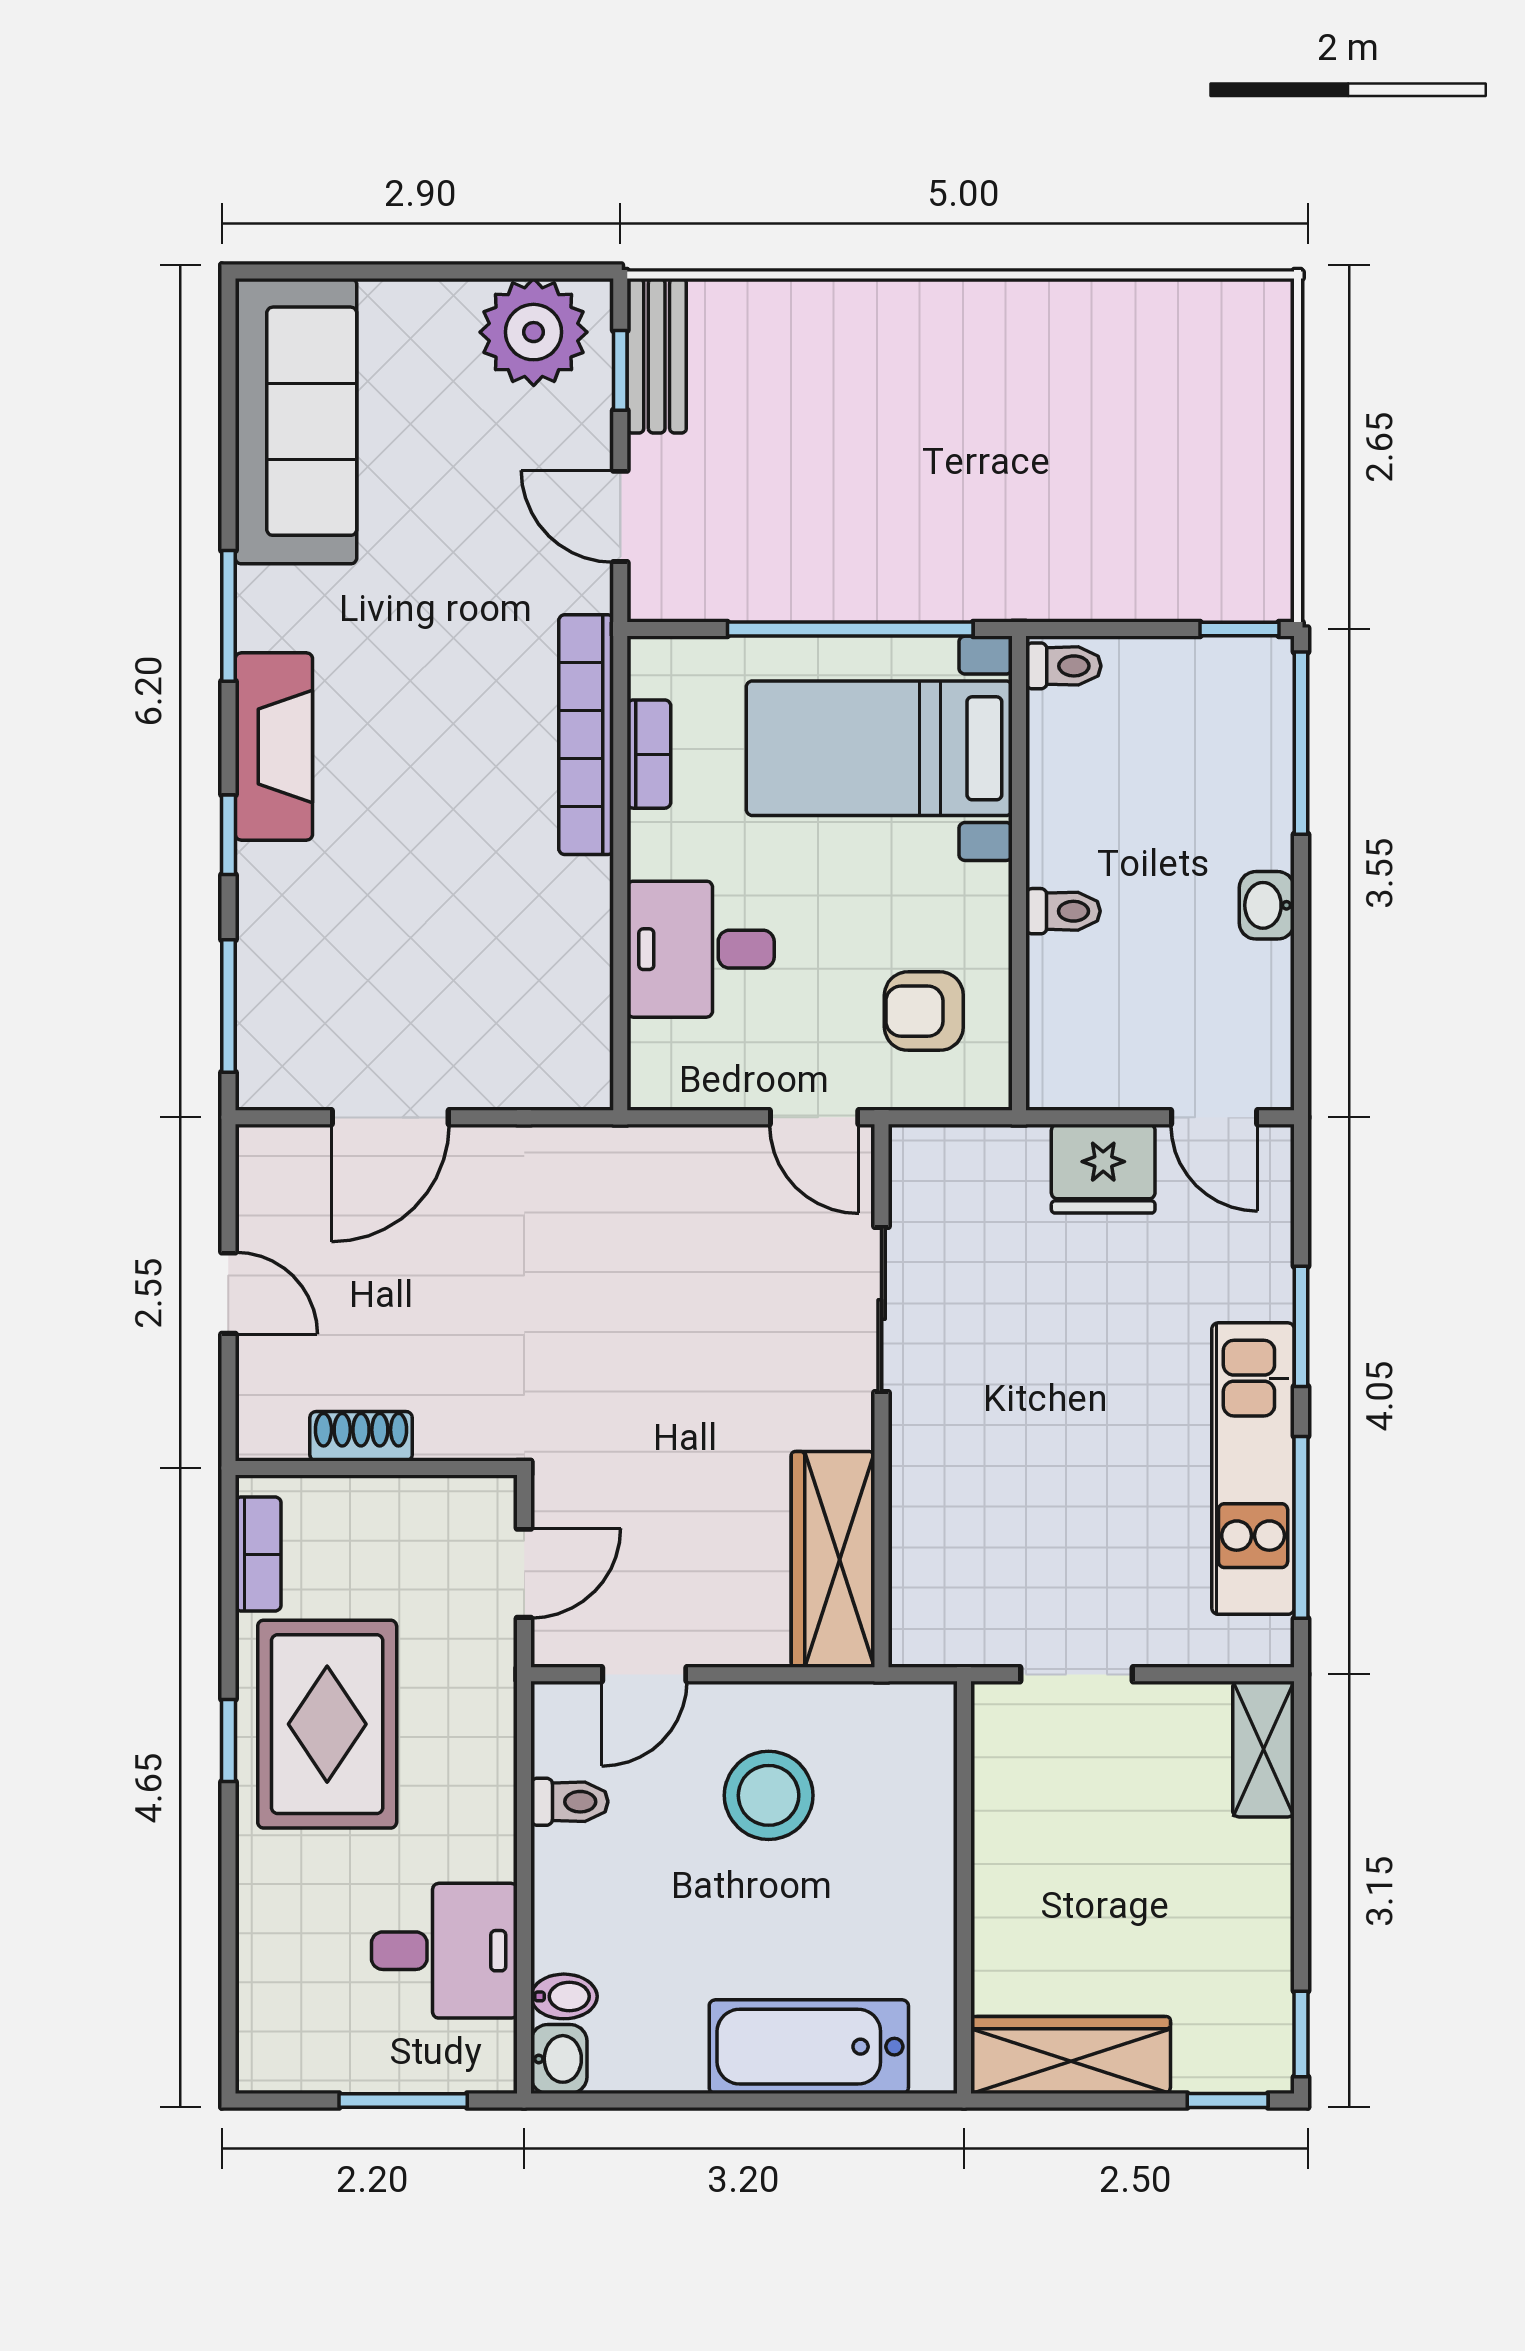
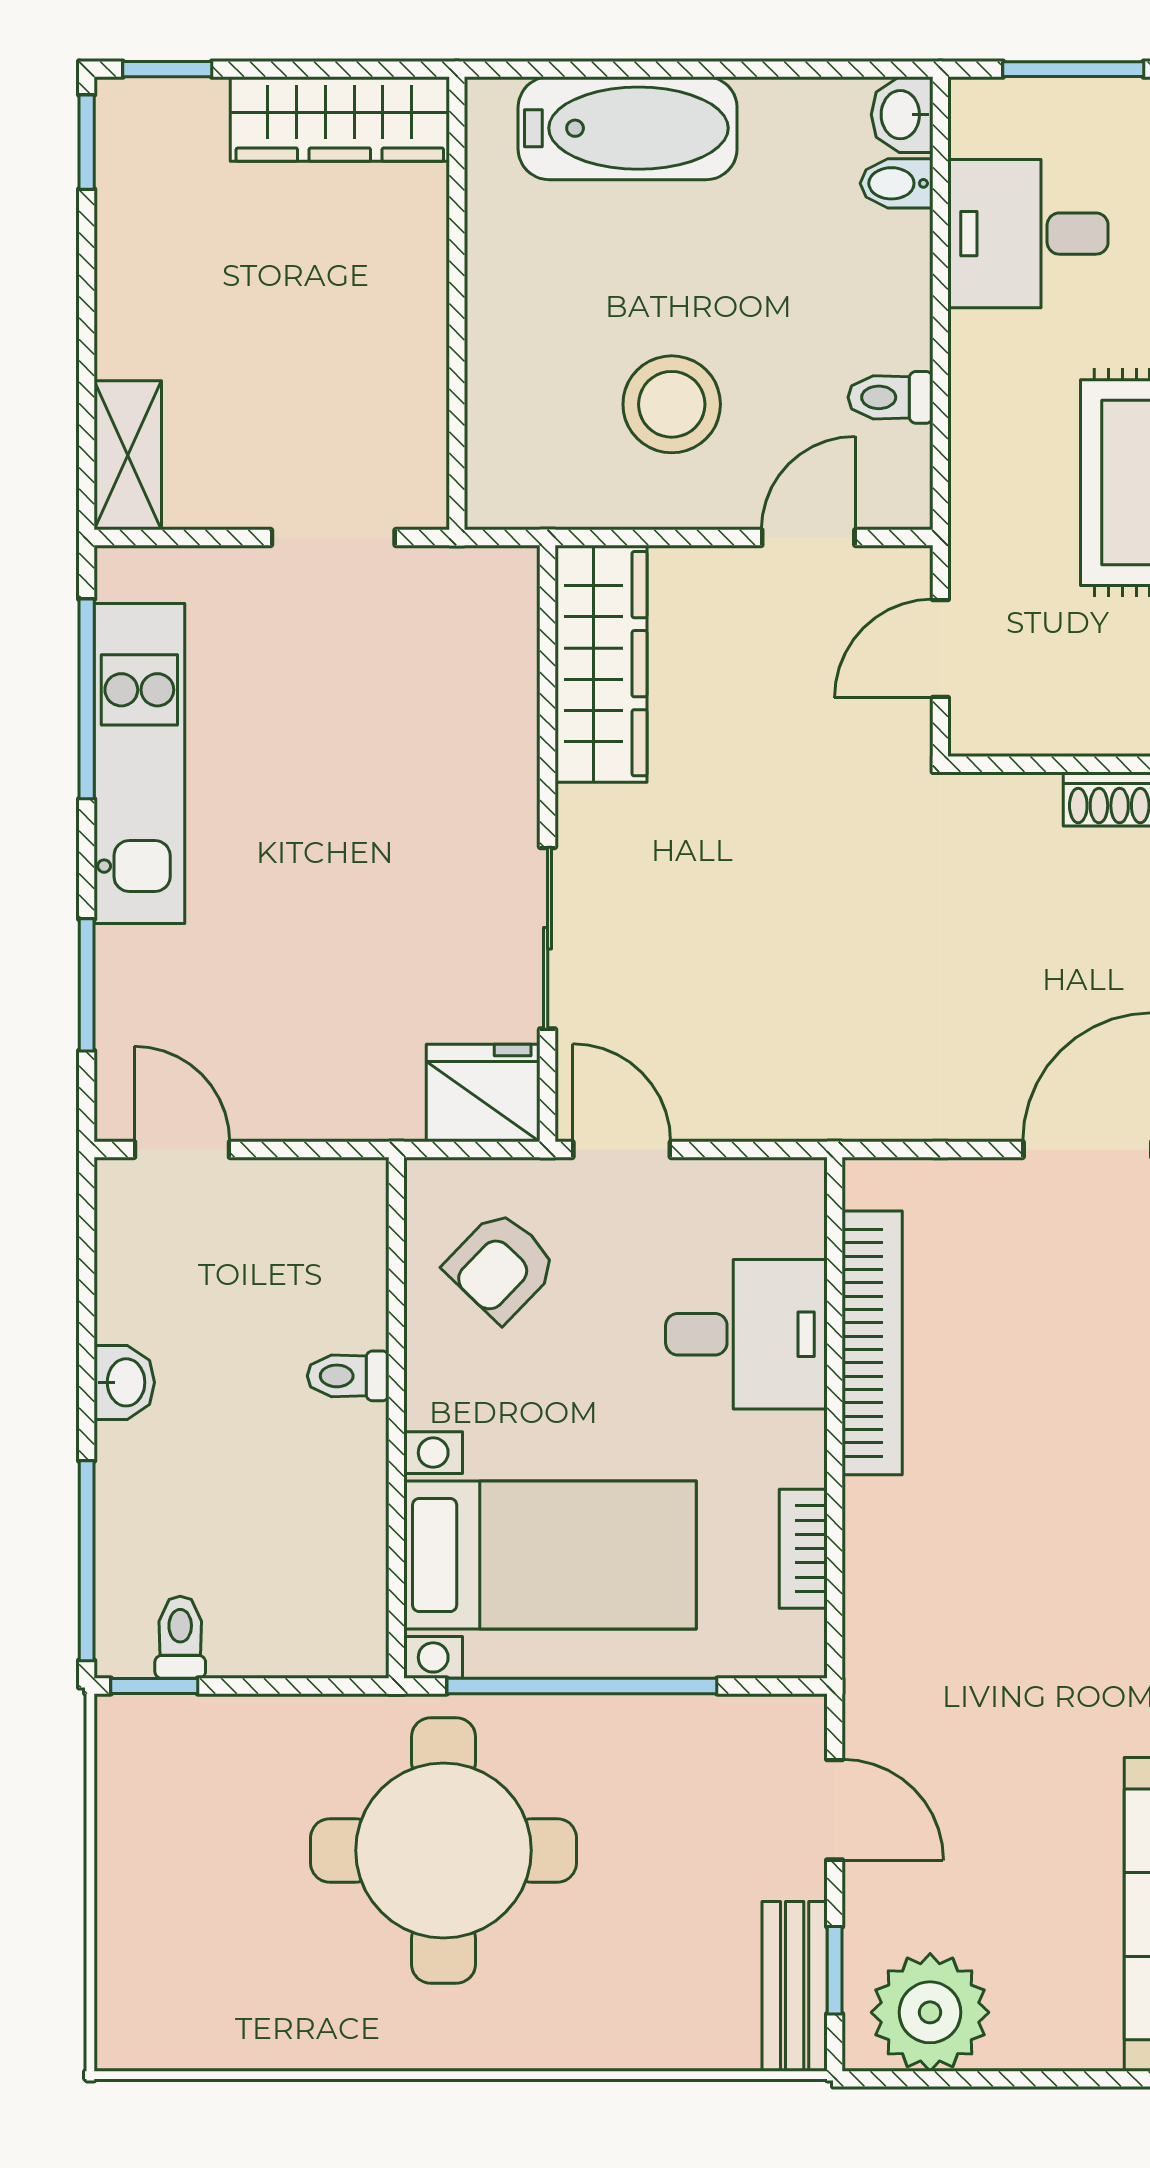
round table: (976, 479) -> (443, 1850), added
toilet: (1063, 666) -> (180, 1637), moved, turned 90
bookcase: (586, 735) -> (872, 1343), moved
armchair: (924, 1011) -> (501, 1266), turned 134
fridge: (1103, 1169) -> (483, 1093), moved
window: (1301, 1326) -> (87, 985), moved

